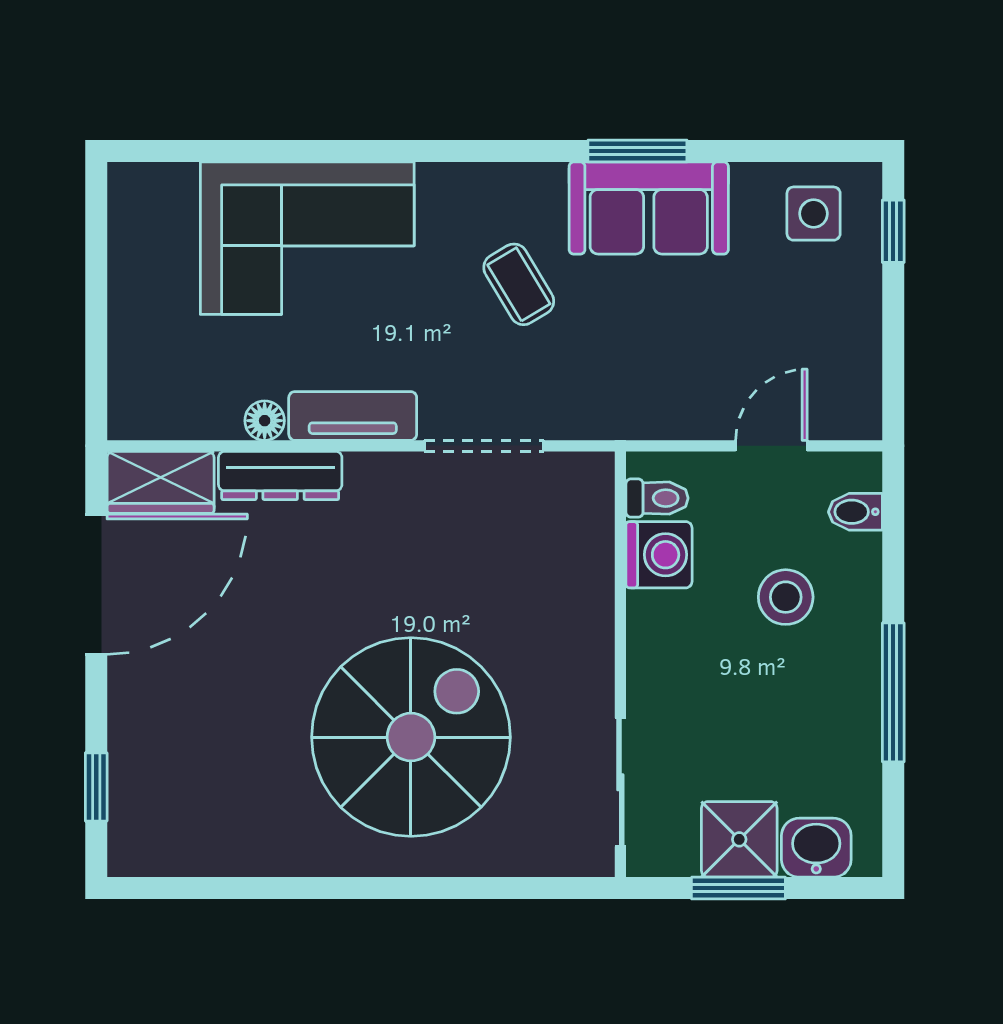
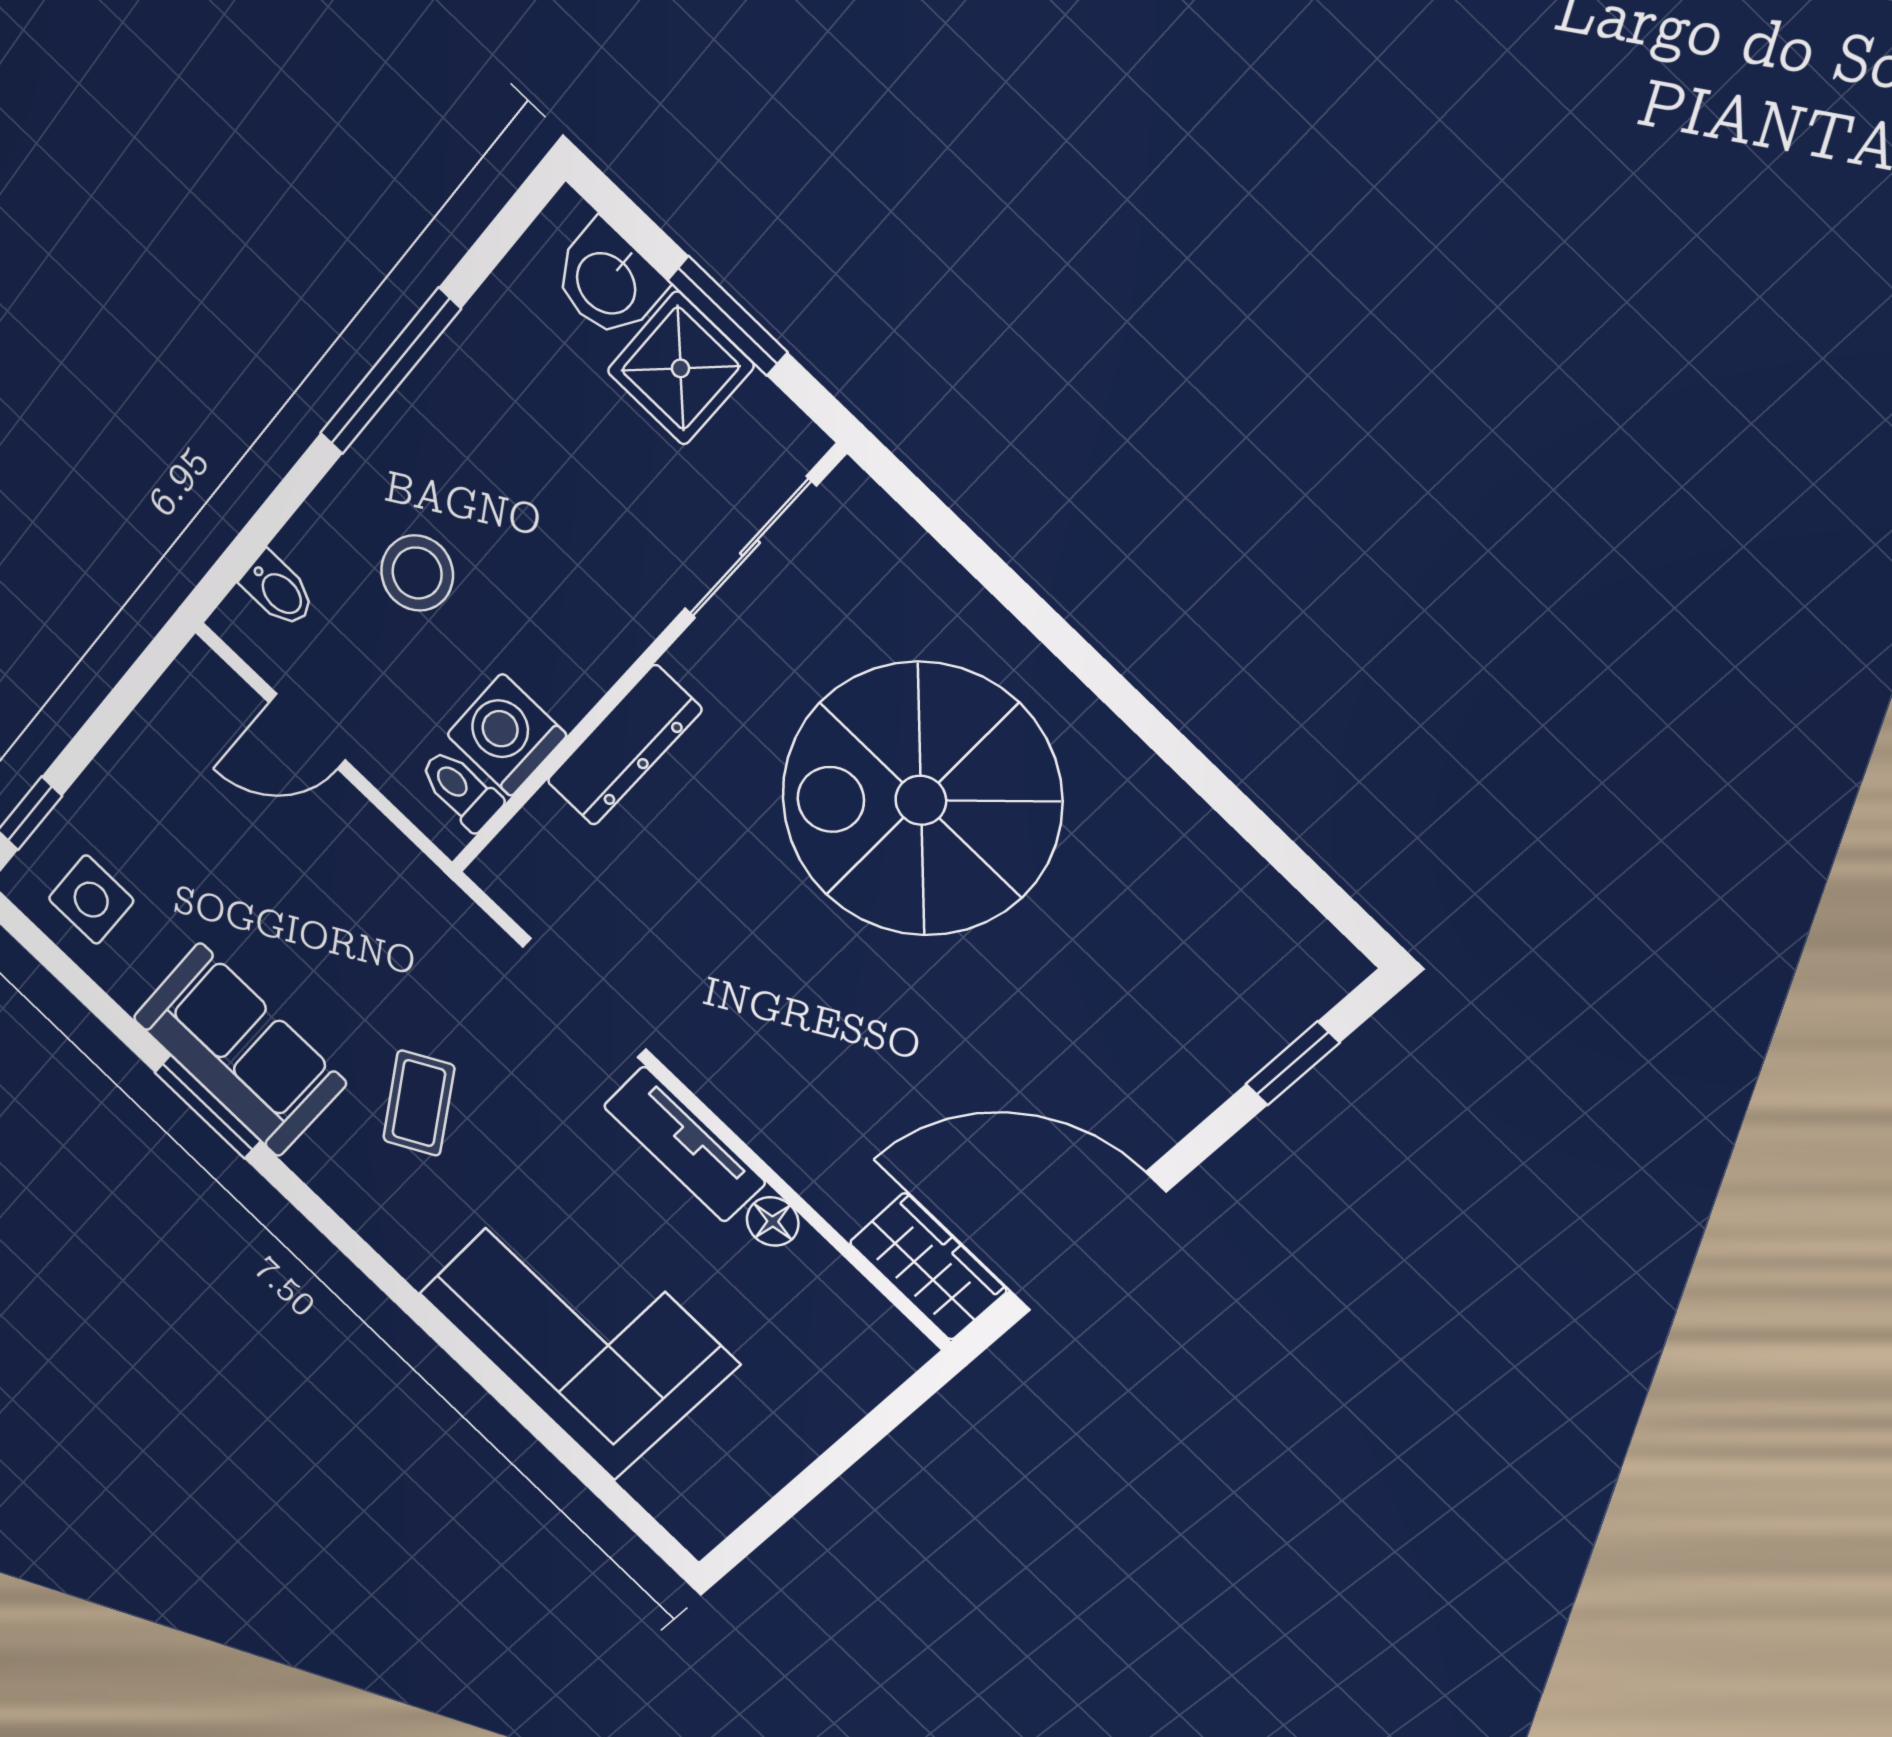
dresser: (280, 475) -> (624, 746), moved, turned 90

